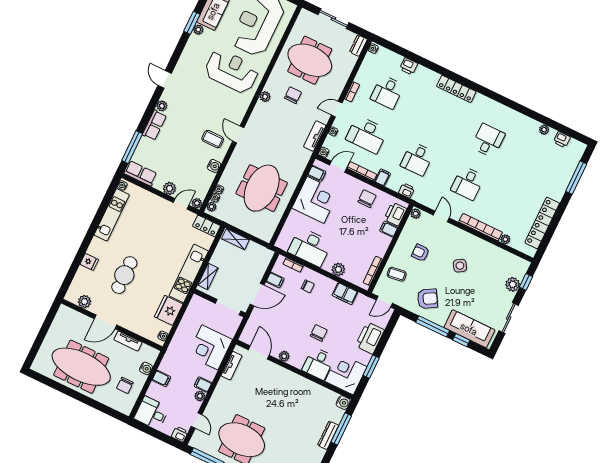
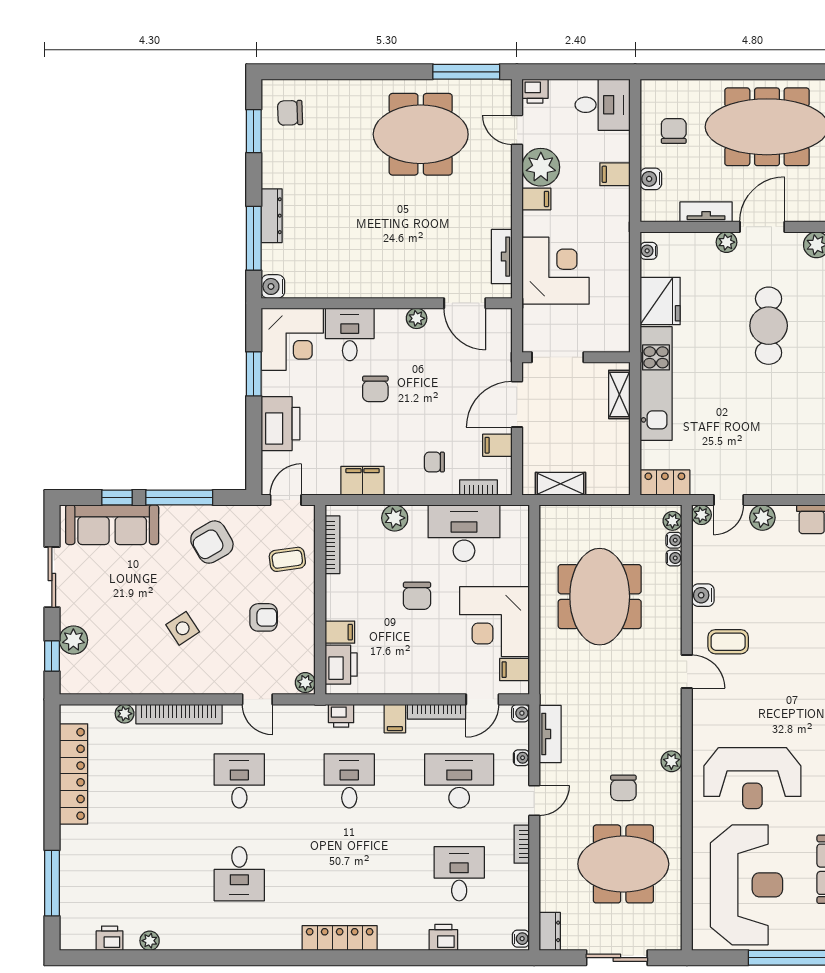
chair: (367, 199) -> (417, 596), moved
shelving: (235, 239) -> (560, 484), moved
plant: (125, 323) -> (727, 242), added
plant: (200, 396) -> (541, 167), width x1.88, depth x1.88

